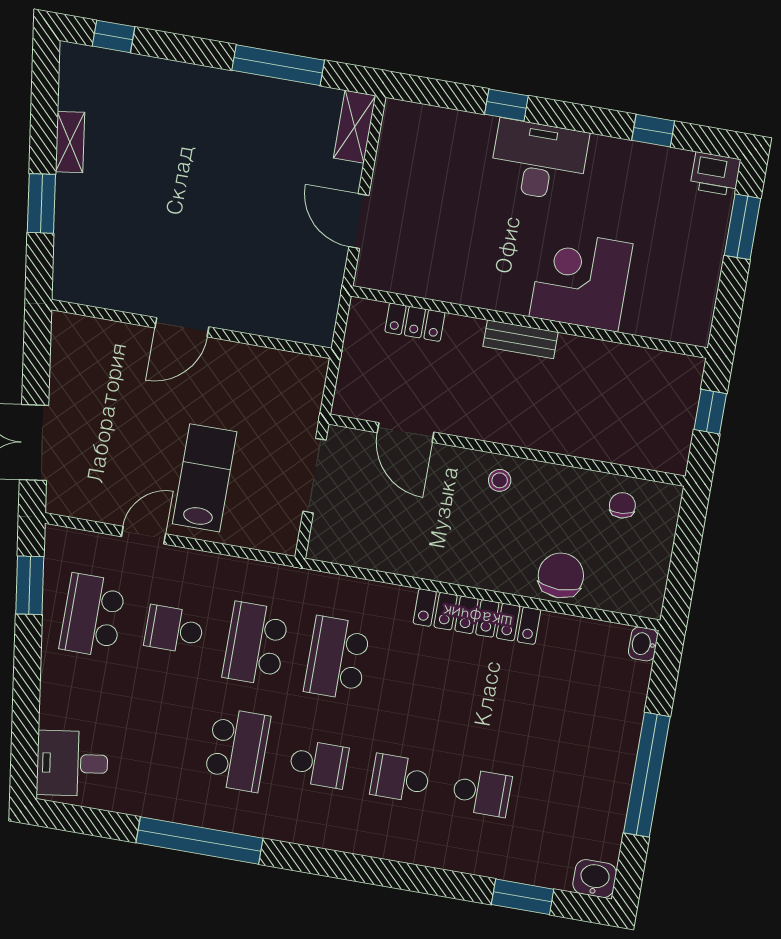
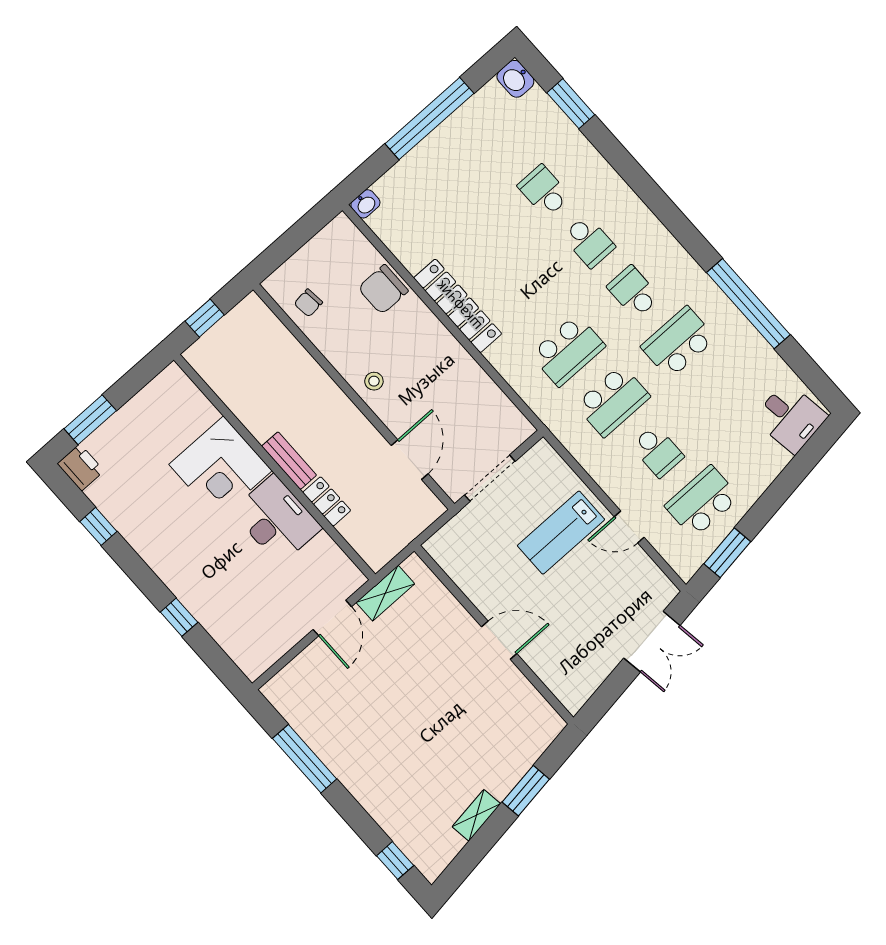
shelving: (355, 127) -> (385, 593), moved
desk: (539, 160) -> (277, 520), moved, turned 180
locker: (415, 322) -> (327, 501), moved
school desk: (93, 615) -> (702, 502), turned 180

